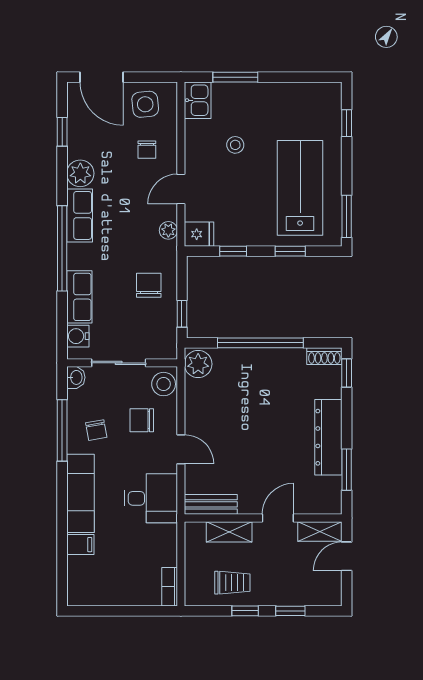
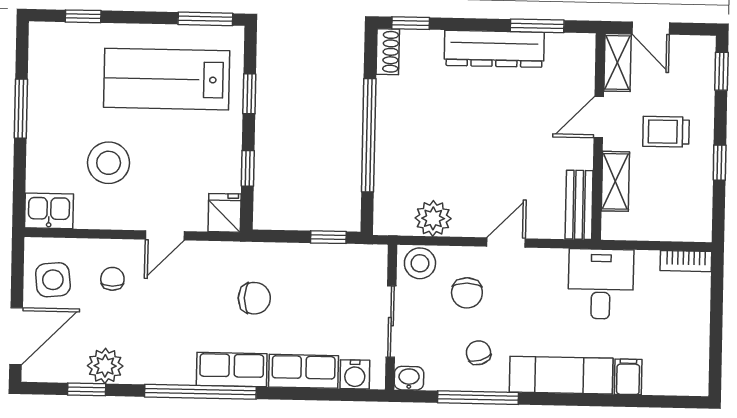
window: (235, 77) -> (21, 109), moved
stool: (235, 145) -> (109, 163), width x1.89, depth x1.89
chair: (147, 150) -> (112, 279), turned -90
plant: (80, 173) -> (105, 366), moved
door: (181, 189) -> (165, 235), hinge flipped
row of seats: (80, 215) -> (232, 370), moved
plant: (168, 230) -> (219, 253), removed
window: (62, 248) -> (200, 392), moved
chair: (149, 285) -> (254, 298), moved, turned 180
plant: (198, 364) -> (433, 218), moved
chair: (96, 430) -> (478, 353), turned -98
desk: (151, 498) -> (601, 284), moved
door: (278, 518) -> (599, 117), hinge flipped
trolley: (232, 583) -> (666, 132), moved, turned -90
window: (290, 611) -> (721, 71), moved

